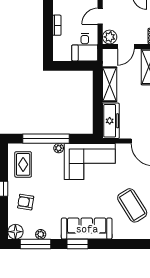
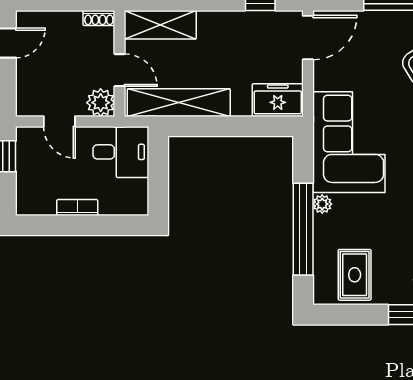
shelving: (110, 84) -> (179, 103), width x1.47
freezer: (111, 121) -> (278, 100), width x0.71
rug: (23, 164) -> (355, 275), turned 90

